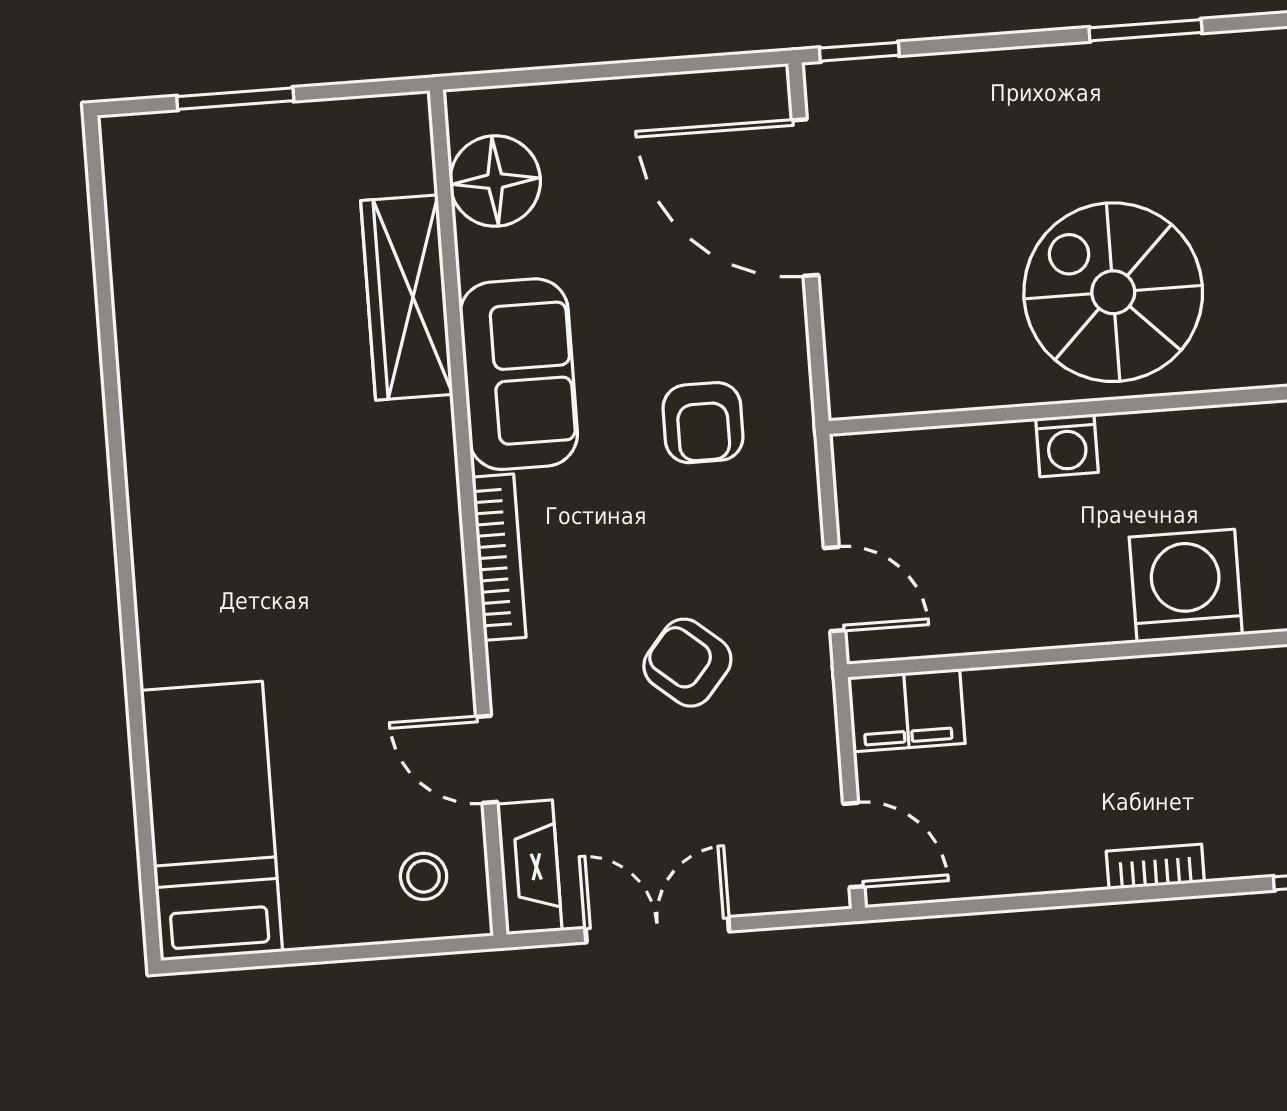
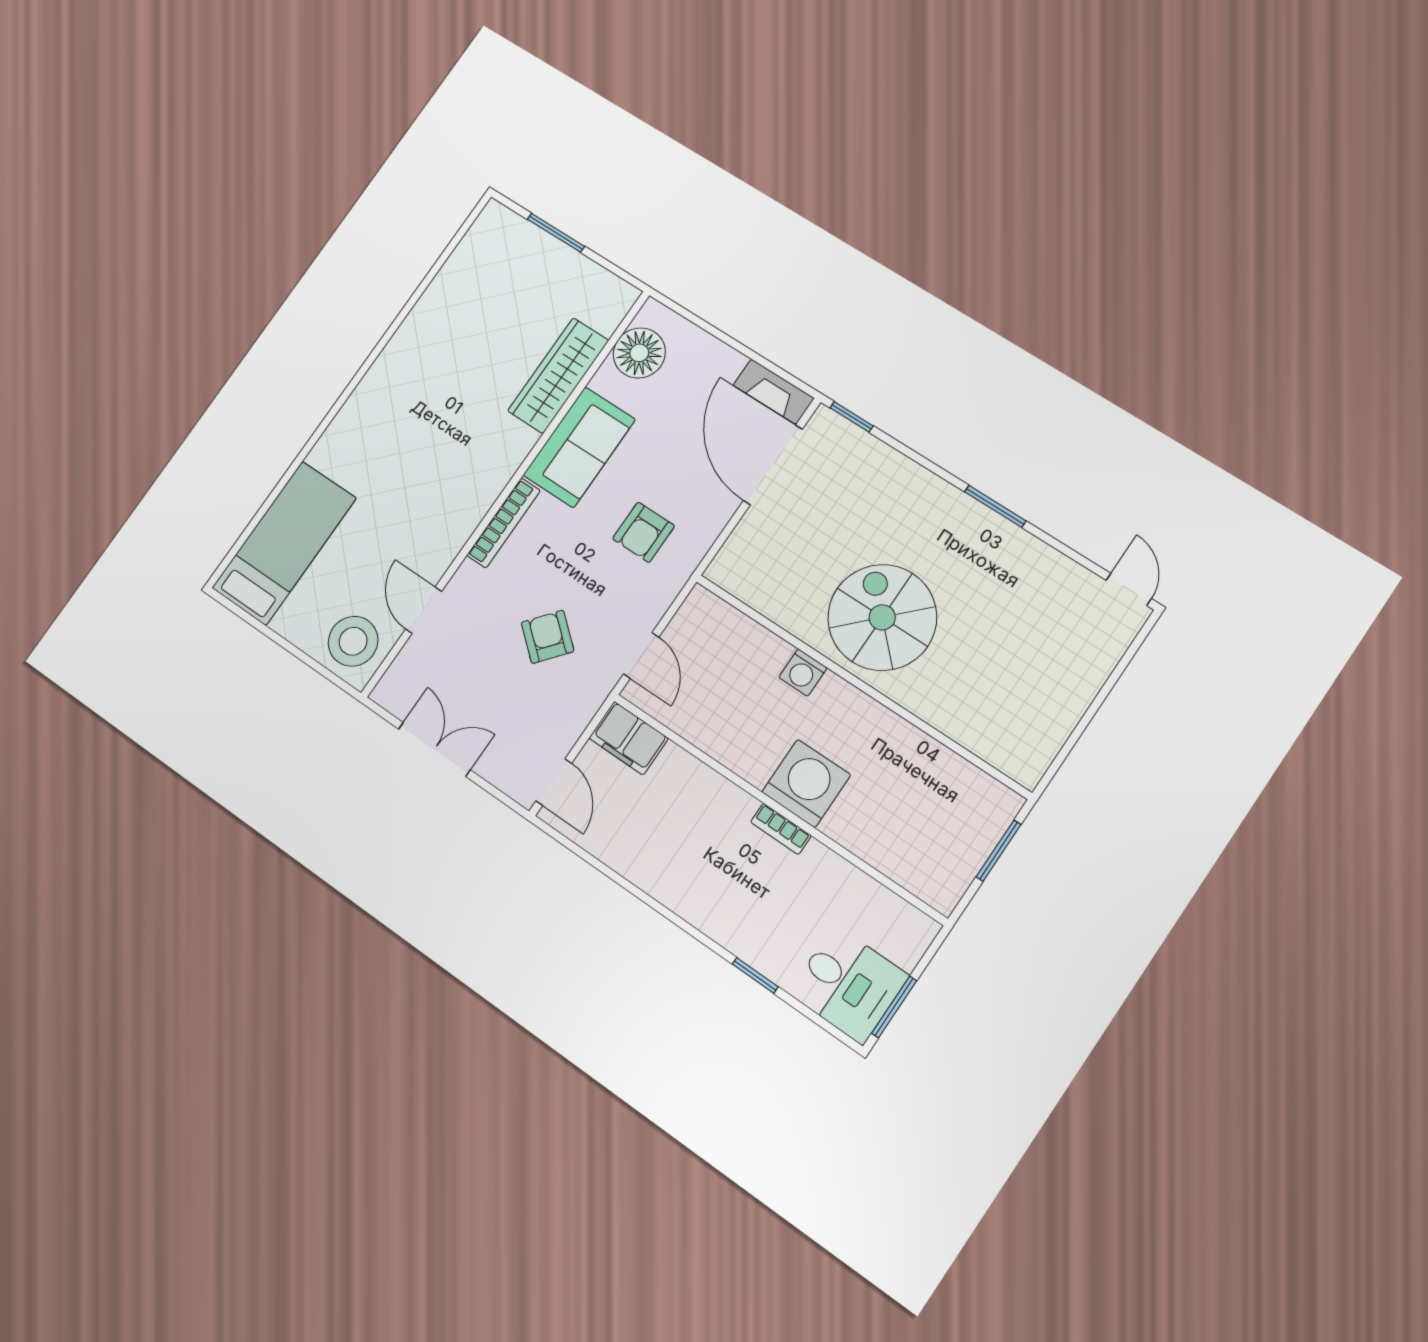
fireplace: (529, 867) -> (773, 392), moved, turned 90
bookcase: (1155, 867) -> (781, 829), moved, turned 180
stool: (424, 876) -> (353, 641), width x1.89, depth x1.89

